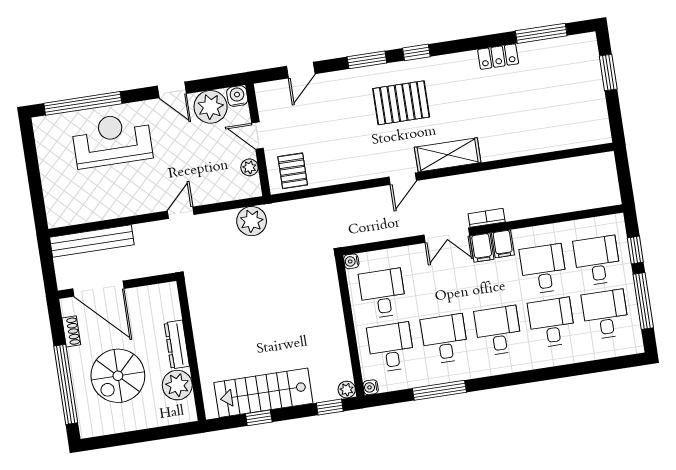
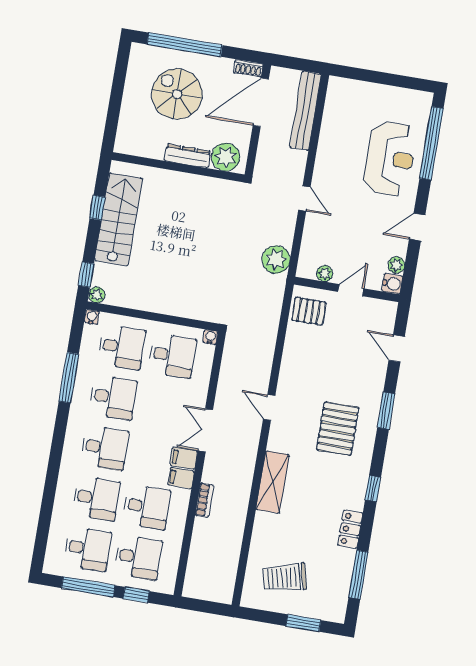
window: (416, 52) -> (373, 489), moved
plant: (211, 107) -> (396, 265), width x0.53, depth x0.53
trolley: (569, 107) -> (285, 578), added
shelving: (448, 155) -> (273, 482), moved
bookcase: (487, 218) -> (204, 500), moved
shoe rack: (71, 331) -> (248, 68), moved
plant: (177, 385) -> (226, 157), moved

